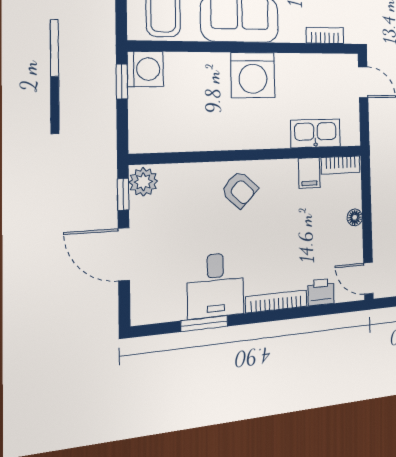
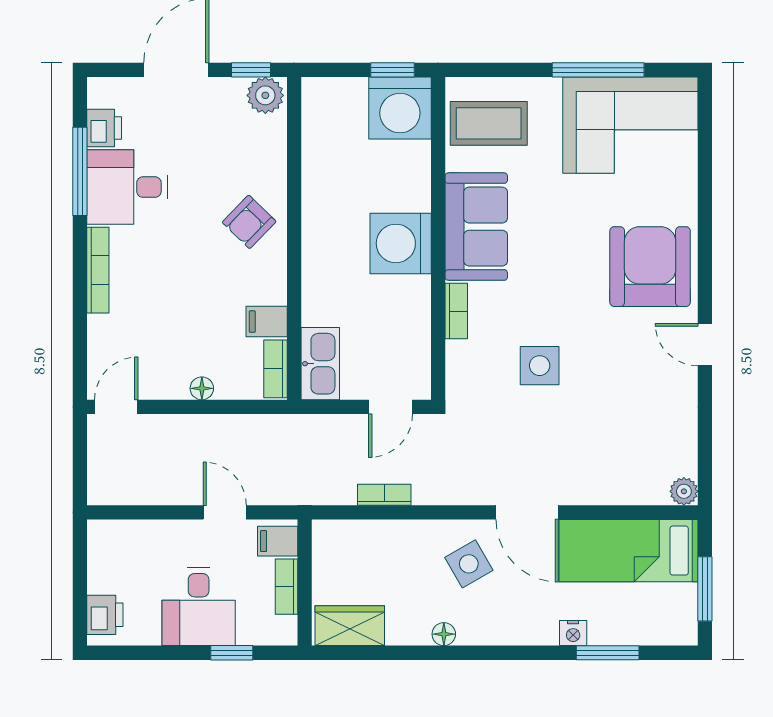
bookcase: (325, 35) -> (456, 311), moved
washing machine: (145, 69) -> (400, 108), width x1.37, depth x1.37
kitchen sink: (315, 133) -> (320, 364), moved
printer: (321, 292) -> (104, 128), moved
window: (204, 324) -> (80, 171), width x1.44

